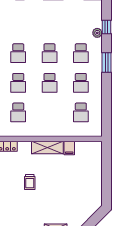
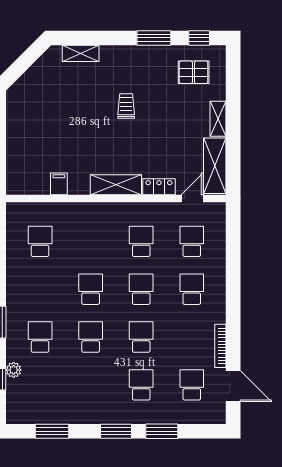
school desk: (81, 83) -> (141, 385), moved
shelving: (47, 148) -> (116, 185), moved
trolley: (30, 182) -> (126, 106), moved

